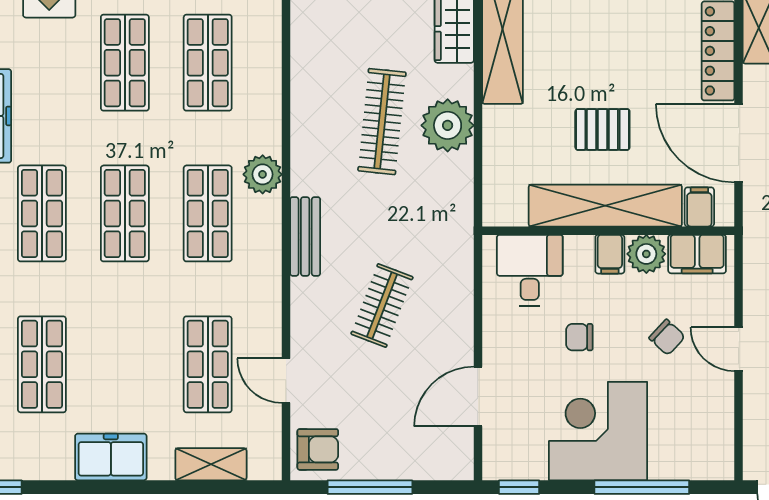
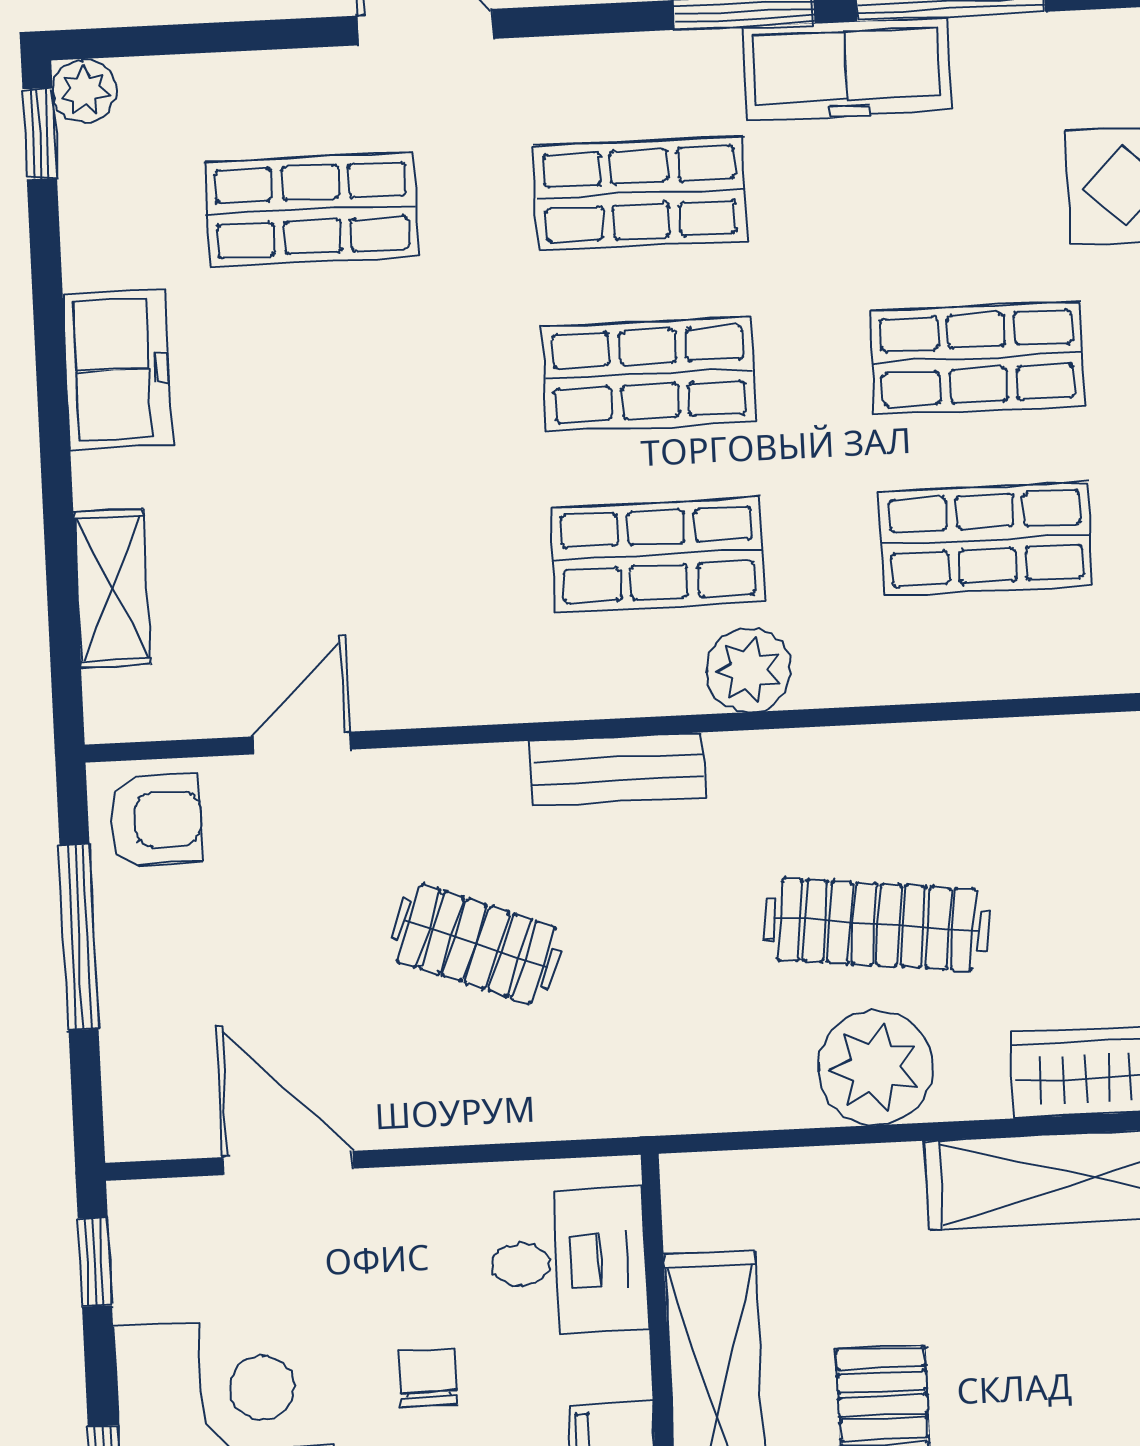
shop shelf: (208, 364) -> (329, 571), removed
armchair: (318, 449) -> (156, 820), turned -90

